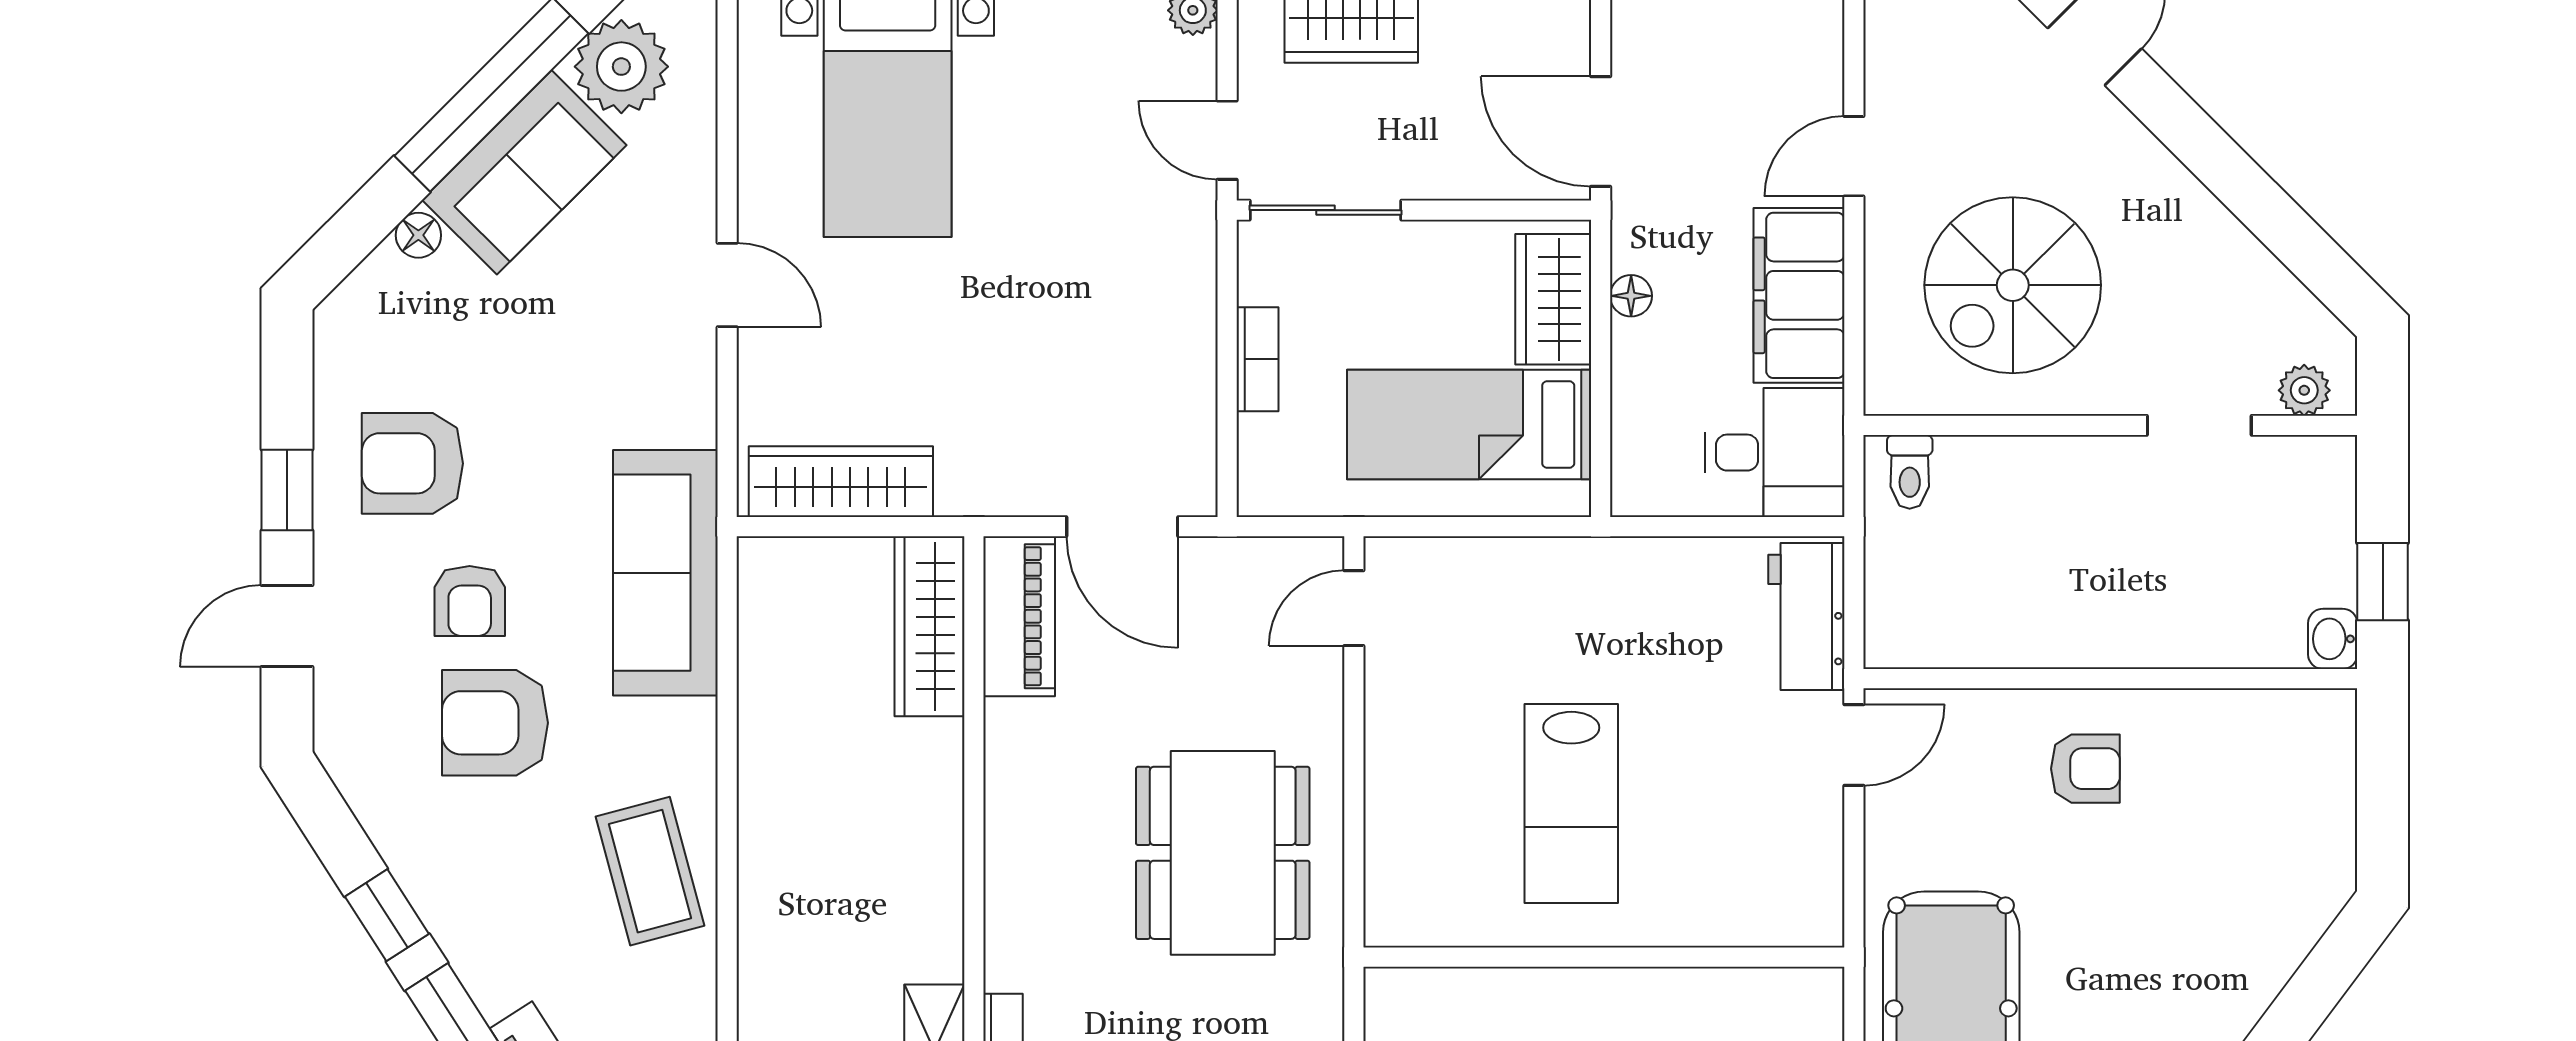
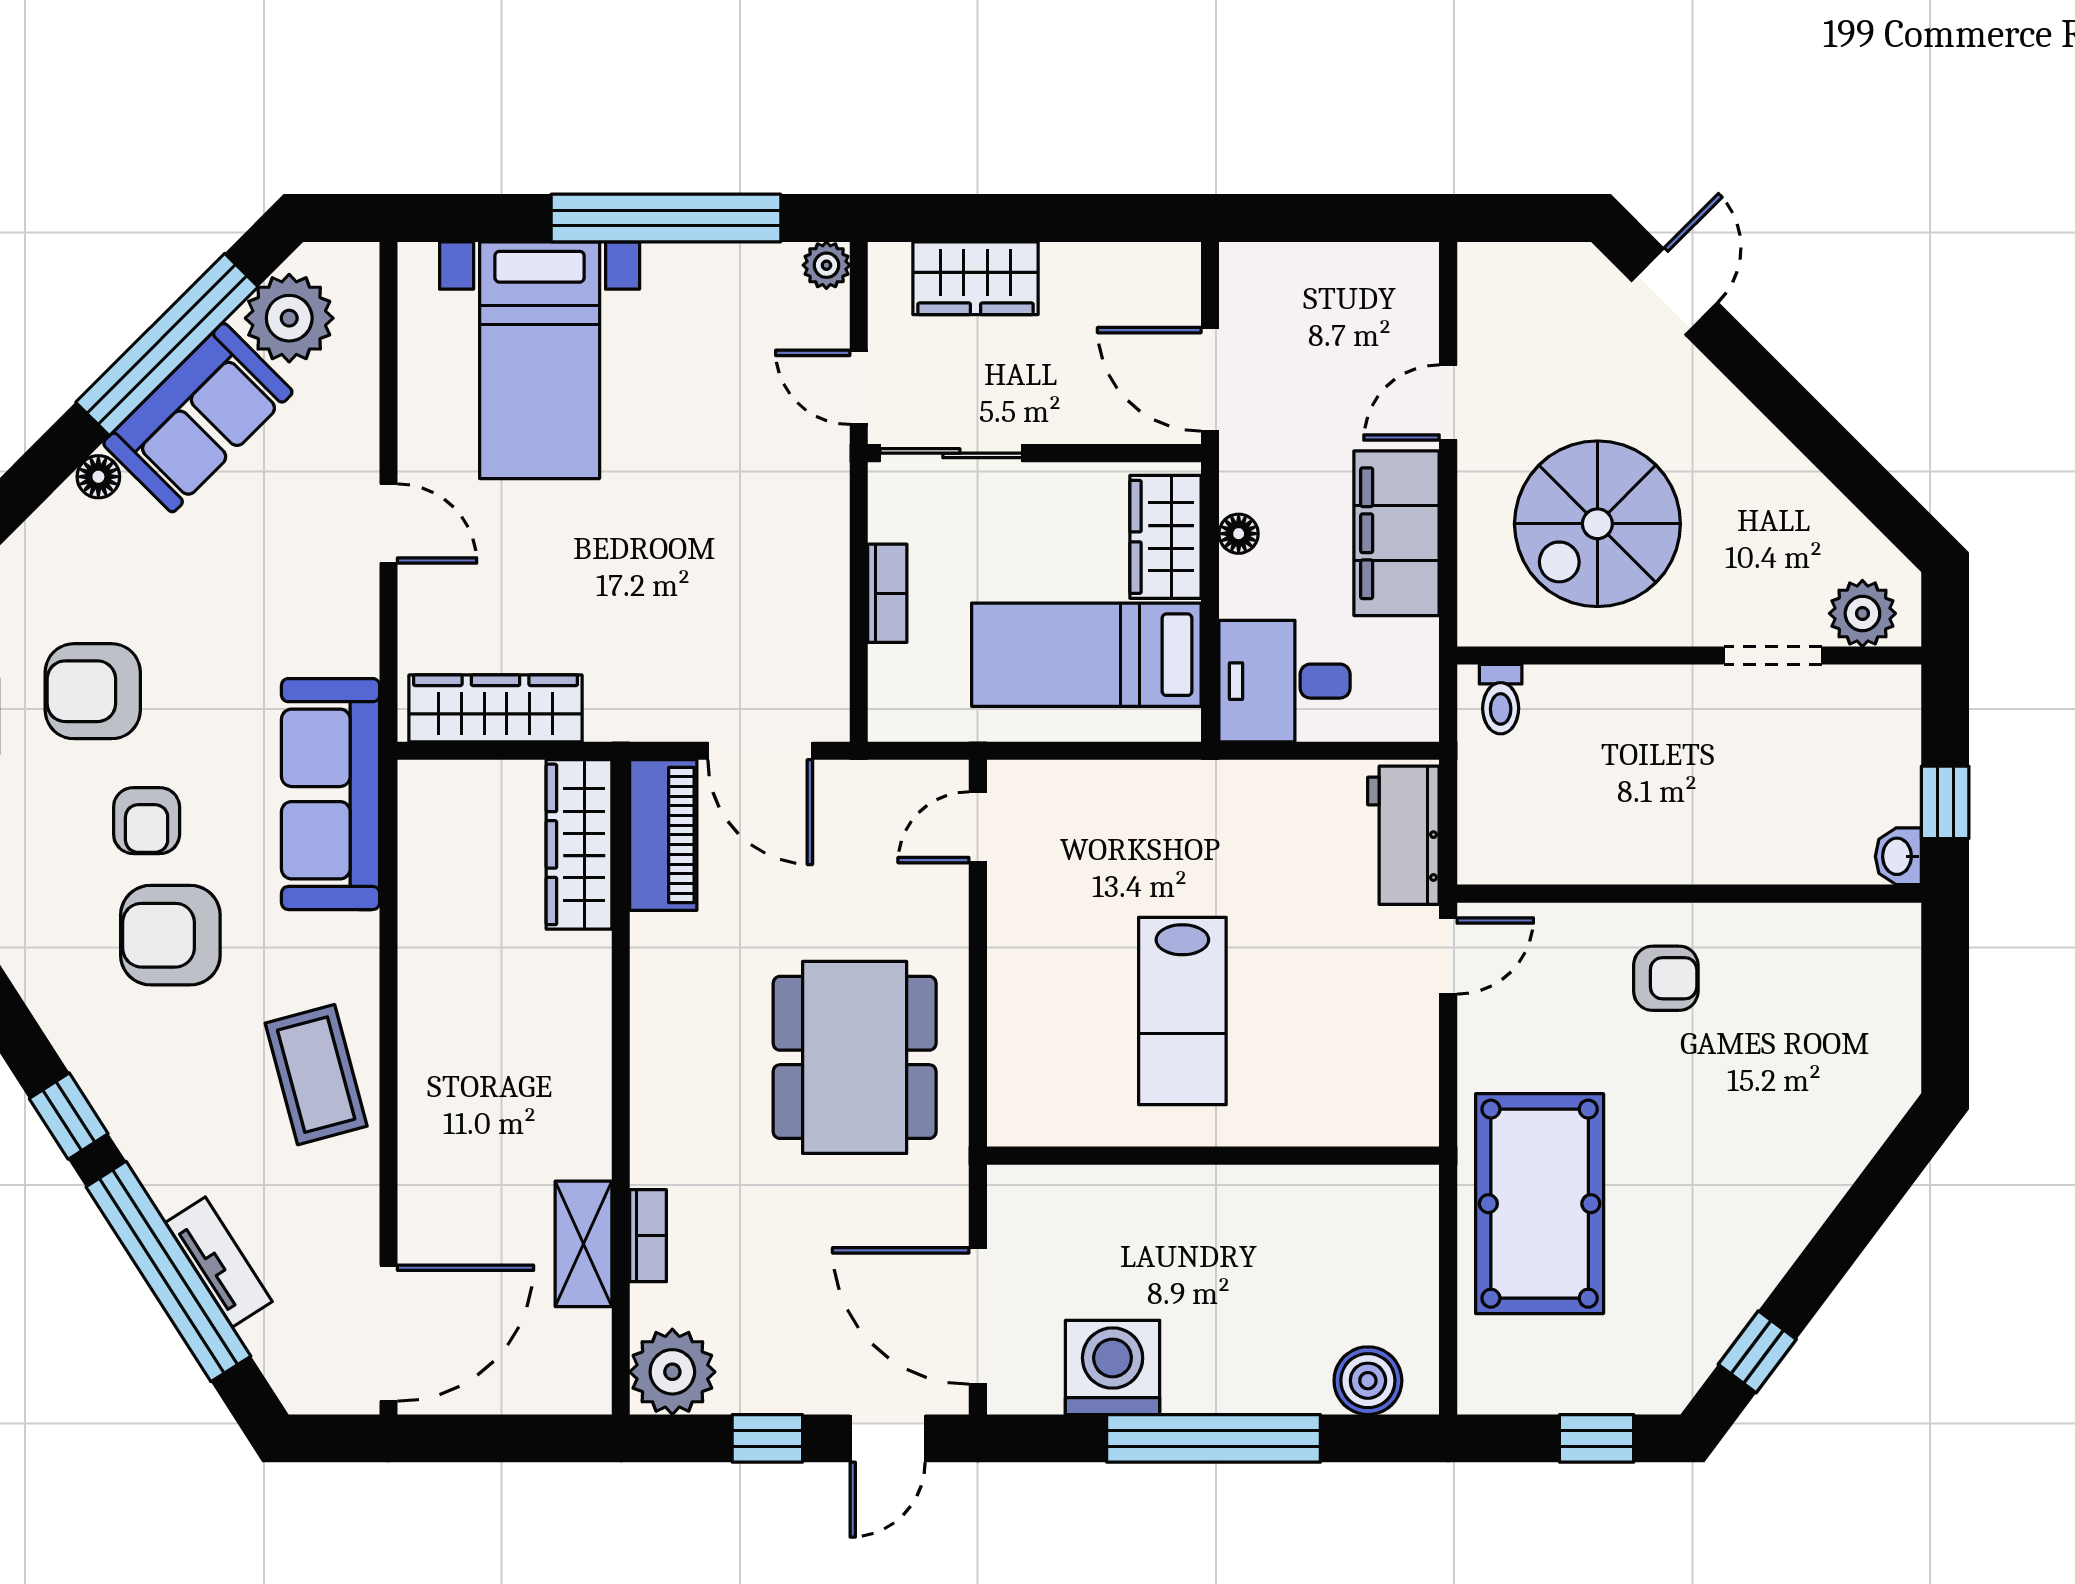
plant: (2304, 390) -> (1862, 613), width x1.38, depth x1.38
desk: (1775, 453) -> (1284, 681), moved, turned 180

